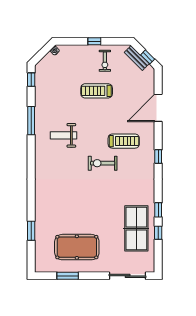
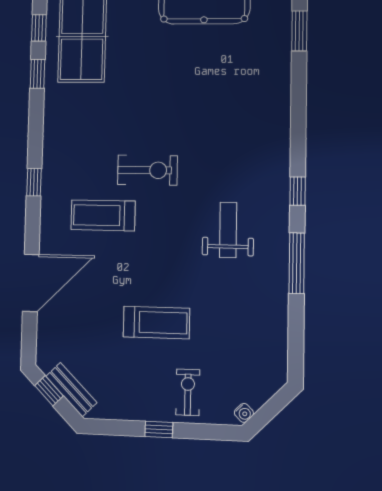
exercise bike: (105, 61) -> (188, 392), moved
window: (31, 80) -> (298, 191), moved
weight bench: (63, 135) -> (228, 230), turned -90

